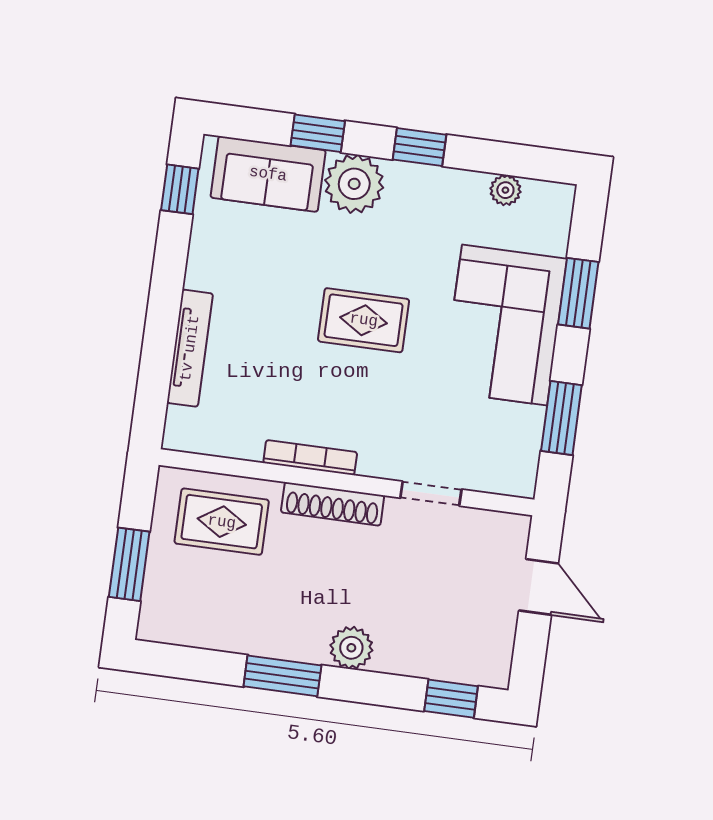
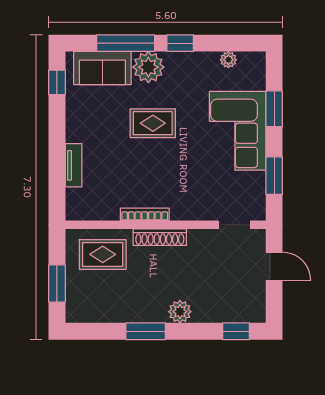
window: (318, 133) -> (126, 43), width x2.17
rug: (364, 320) -> (153, 123), moved
tv unit: (190, 348) -> (74, 165), width x0.71
doorway: (431, 494) -> (234, 225), moved

